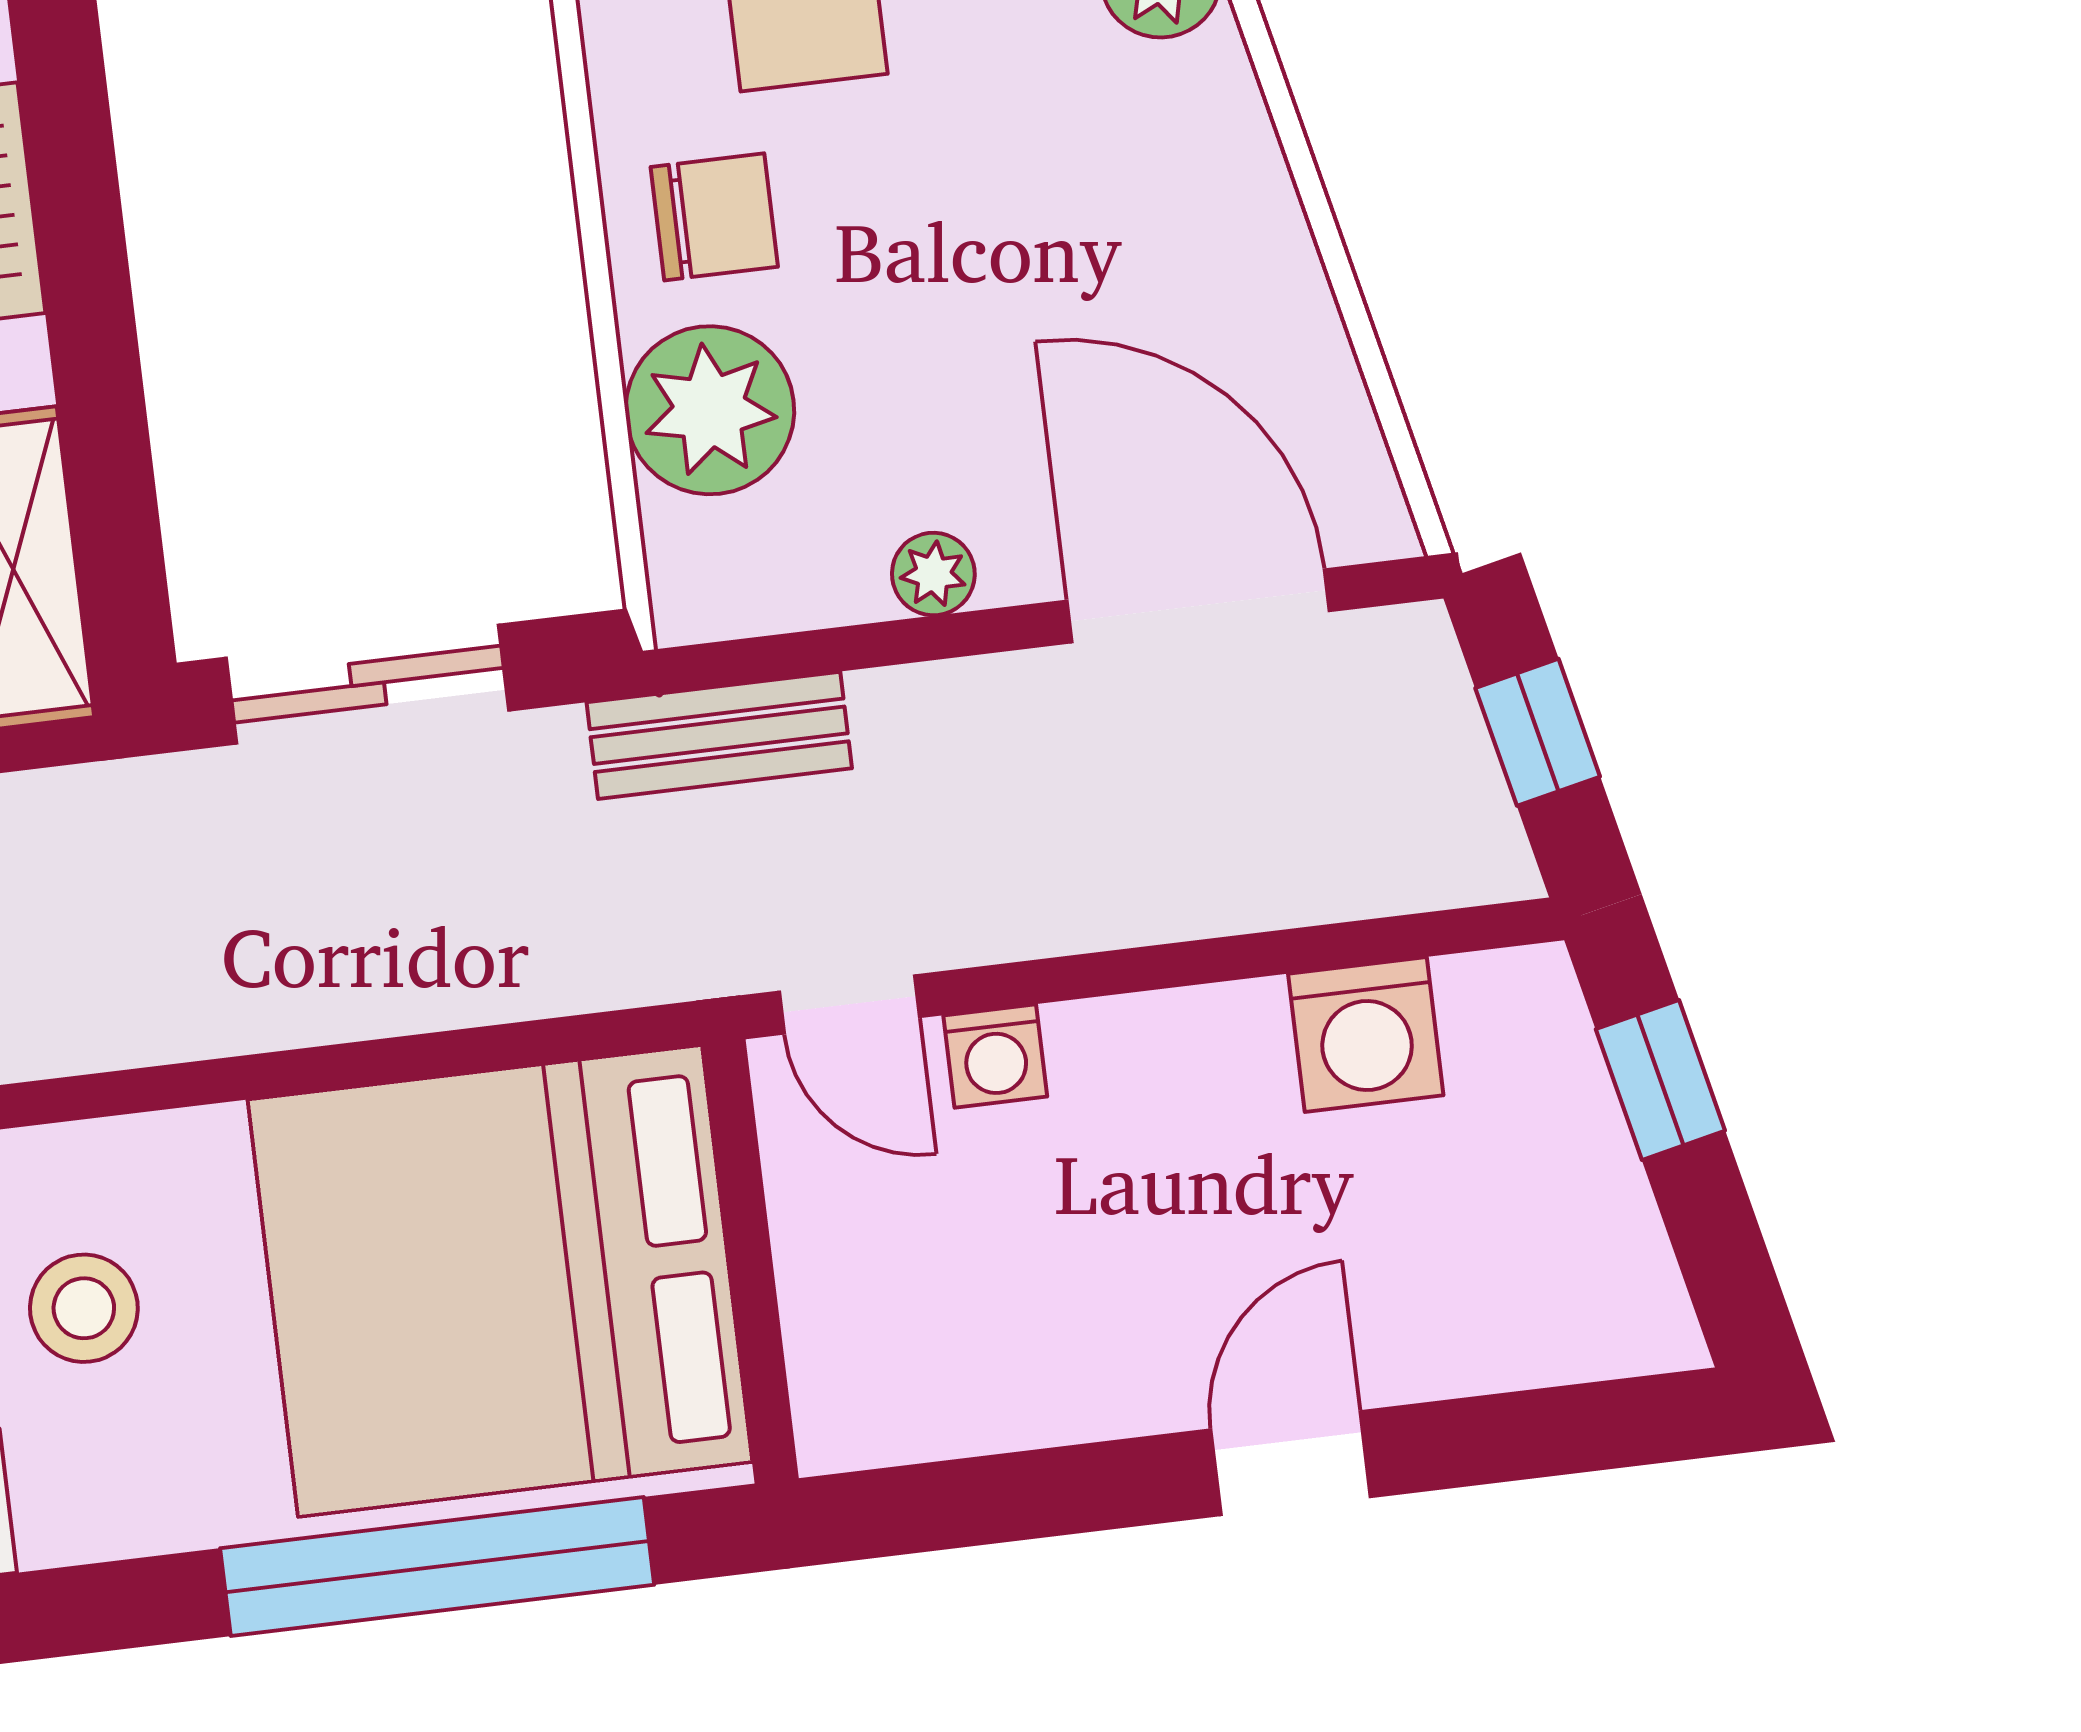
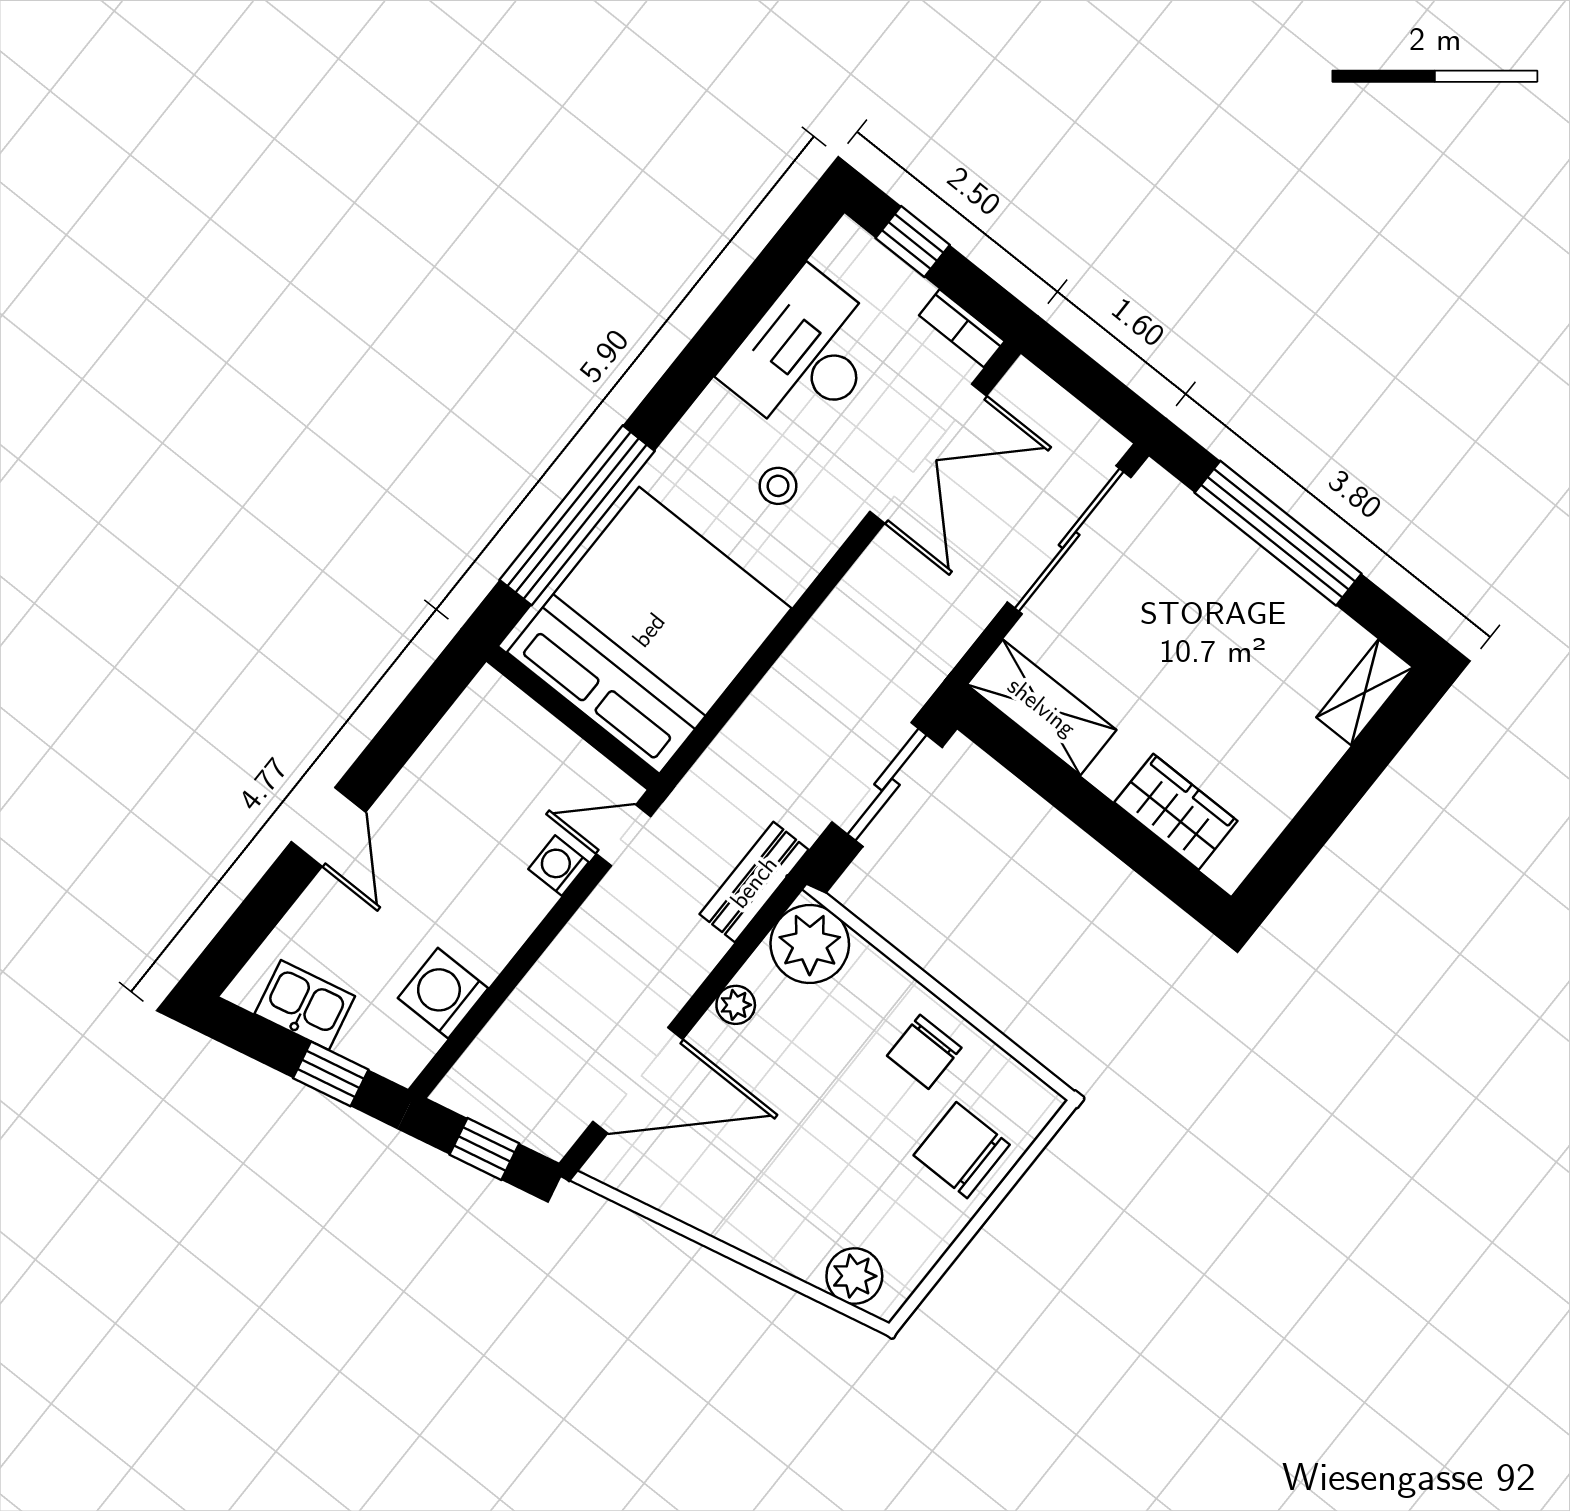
plant: (710, 410) -> (810, 944), moved
kitchen sink: (1596, 1225) -> (305, 1005), added
stool: (84, 1308) -> (778, 486), width x0.73, depth x0.73

